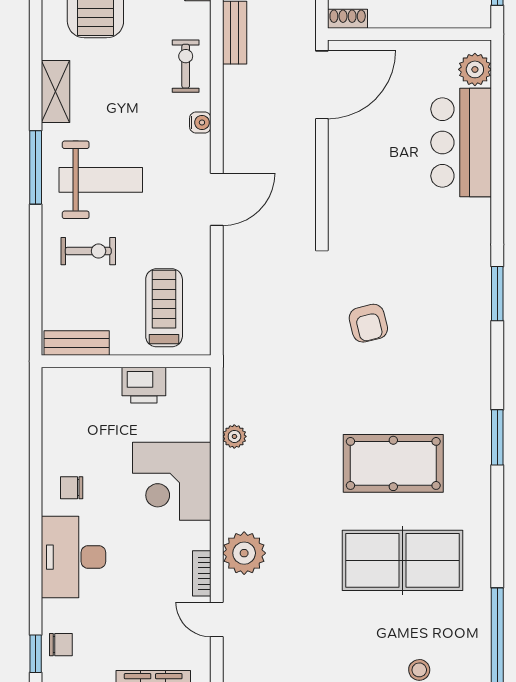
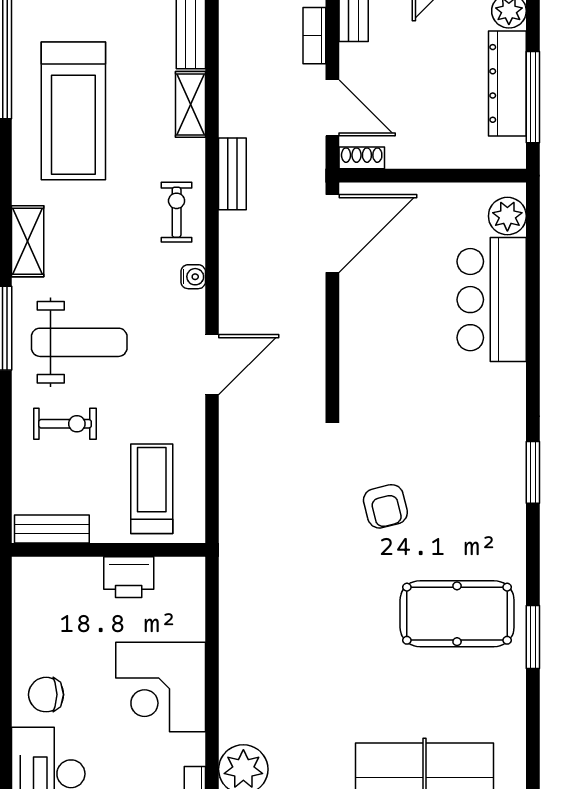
plant: (234, 436) -> (232, 636), removed
pool table: (393, 463) -> (457, 614), moved
chair: (72, 488) -> (46, 695), width x1.37, depth x1.37

